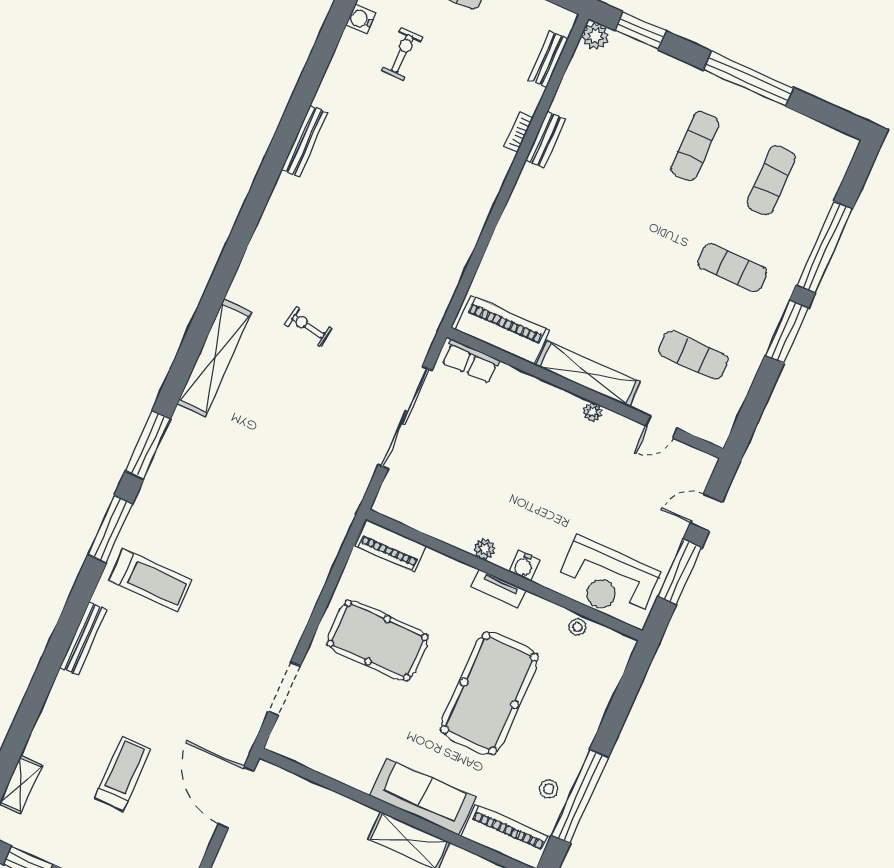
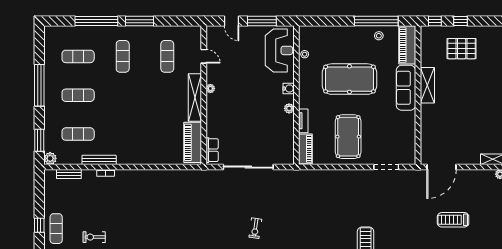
exercise mat: (619, 112) -> (78, 134), added
bench: (546, 140) -> (99, 160), width x1.36
exercise bike: (308, 326) -> (255, 228), moved
tv unit: (499, 589) -> (303, 121), moved

